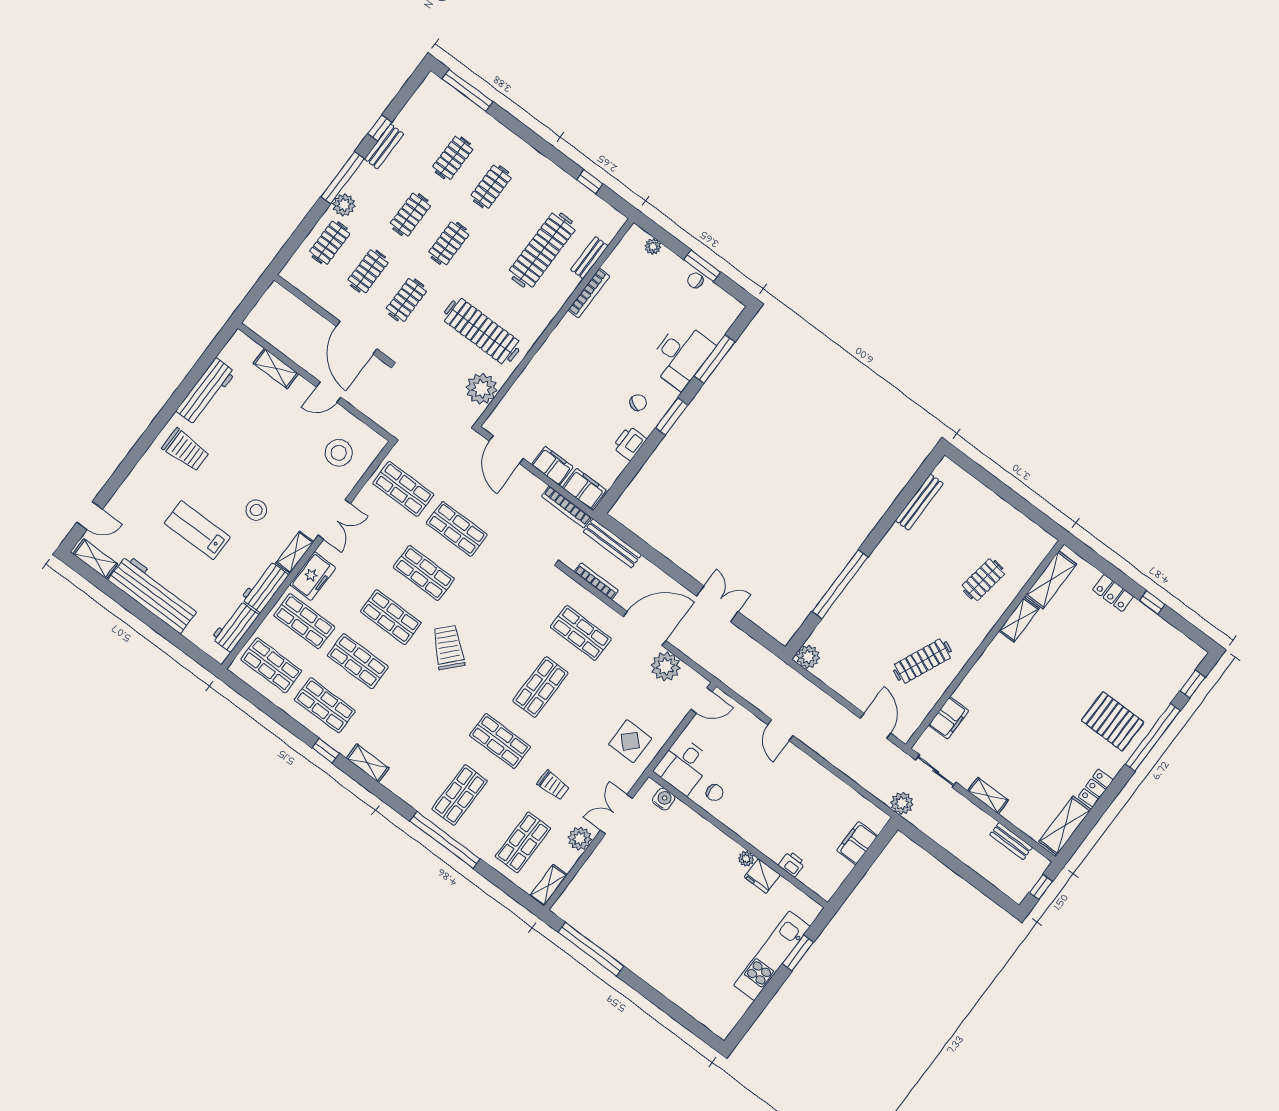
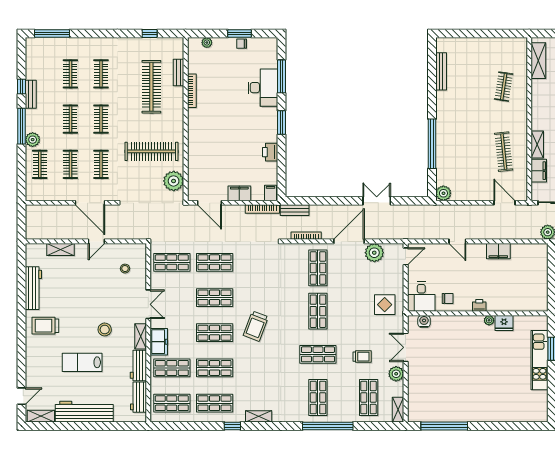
chair: (638, 403) -> (259, 128), removed
trolley: (186, 450) -> (45, 326), turned 180
stool: (339, 453) -> (125, 269), width x0.53, depth x0.53
filing cabinet: (584, 489) -> (270, 193), width x0.50
bench: (612, 543) -> (295, 210), width x0.73
shelving: (1019, 620) -> (537, 144), moved
shop shelf: (581, 633) -> (318, 268), turned 90
trolley: (449, 647) -> (256, 326), turned -112
clothes rail: (922, 661) -> (504, 152), turned -30
filing cabinet: (857, 843) -> (498, 251), moved, turned -90
printer: (792, 864) -> (479, 305), moved

